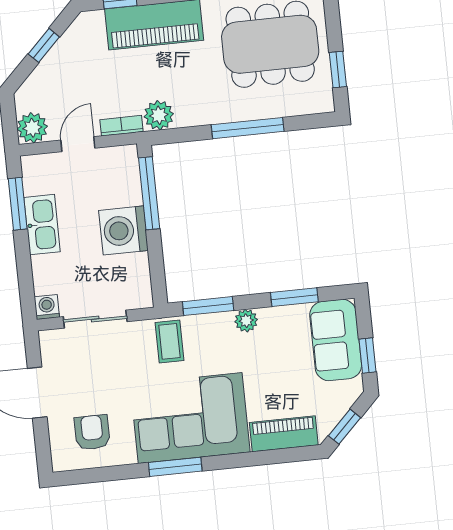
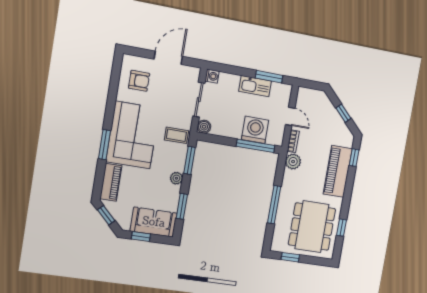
plant: (32, 128) -> (305, 95), removed
washing machine: (123, 230) -> (255, 130), moved
boiler: (141, 297) -> (204, 127), added
window: (175, 467) -> (104, 145), moved

